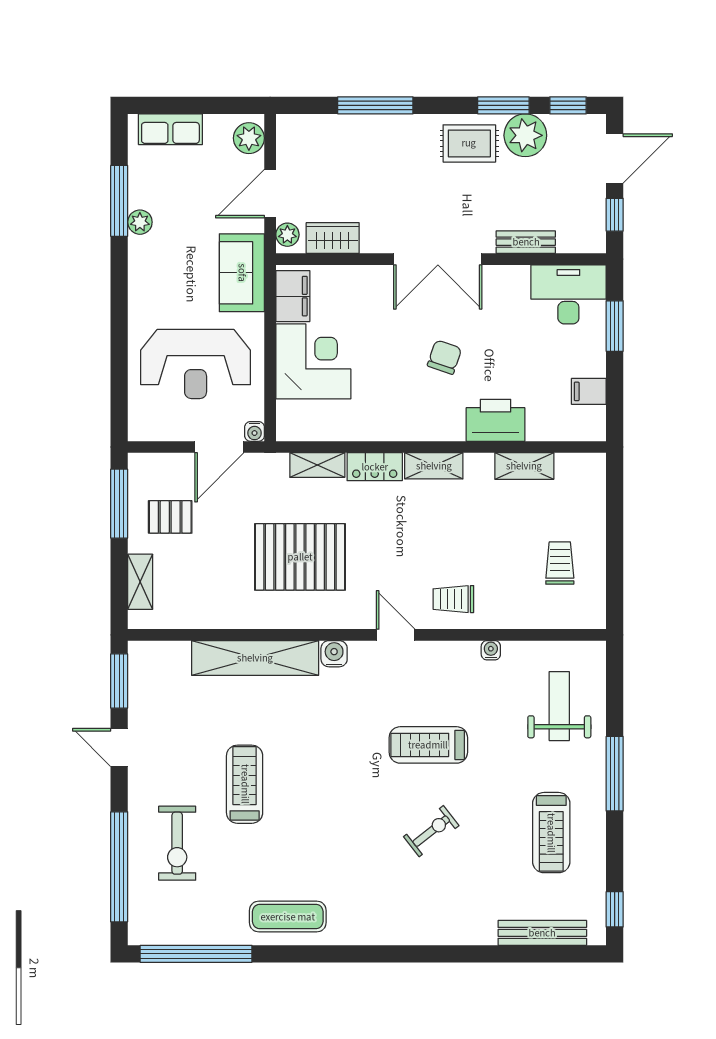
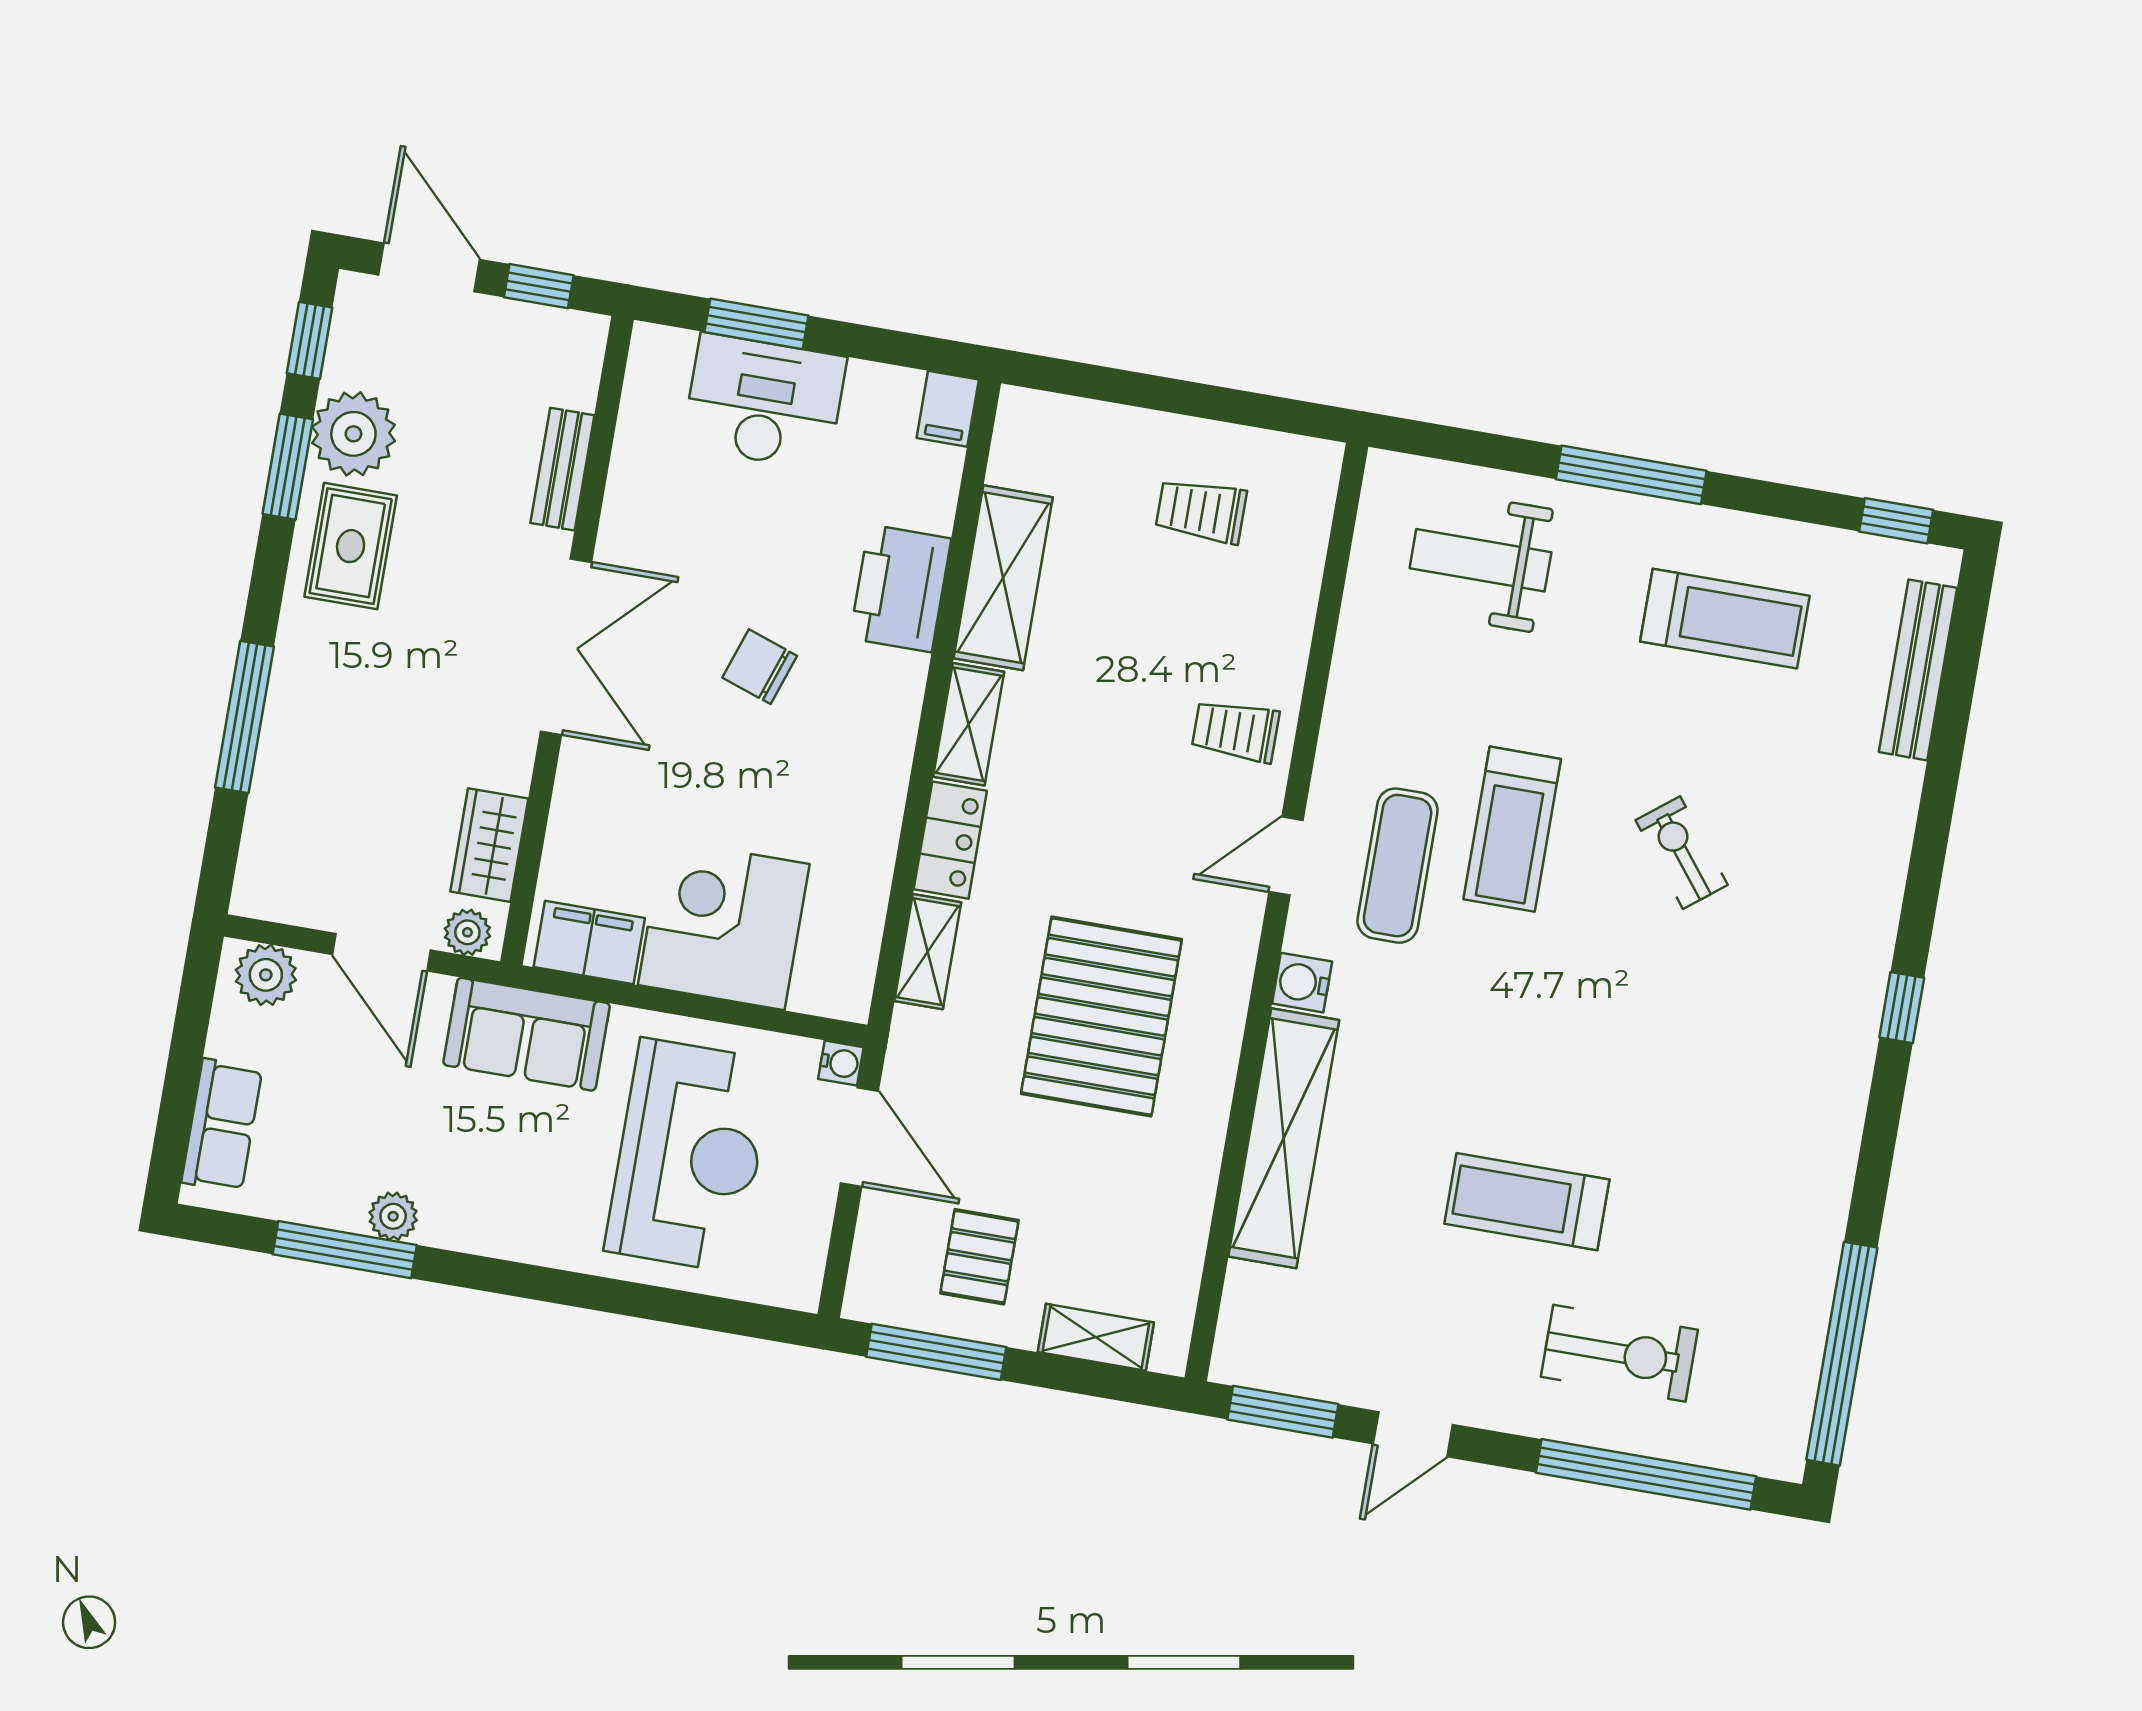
desk: (568, 294) -> (764, 402), moved, turned 90
filing cabinet: (589, 391) -> (948, 409), moved
shelving: (524, 466) -> (1003, 578), width x1.50, depth x1.33
trolley: (453, 599) -> (1236, 731), turned 90
water cooler: (491, 650) -> (1348, 675), removed
exercise mat: (288, 917) -> (1398, 866), moved
window: (373, 954) -> (1902, 1008), added

